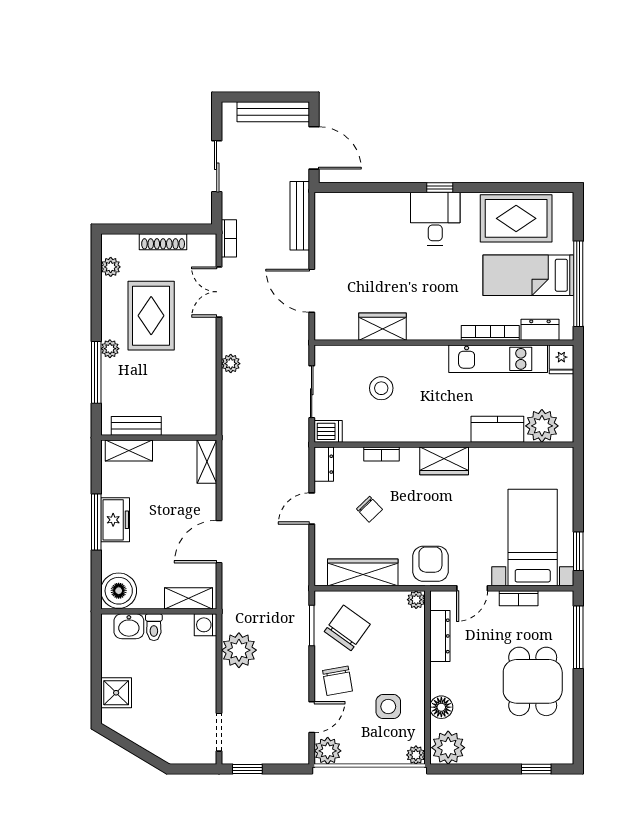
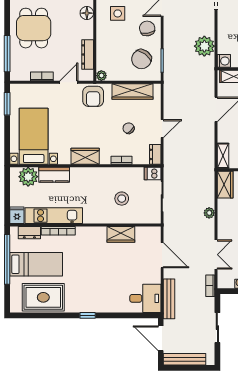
desk: (435, 219) -> (145, 298), moved, turned -90
wardrobe: (203, 412) -> (225, 185), added
bed with nightstands: (533, 538) -> (34, 136), moved, turned 180

